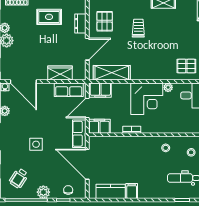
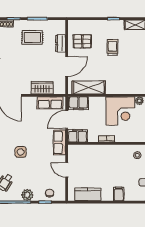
pallet: (105, 21) -> (82, 41), turned 90
door: (87, 164) -> (67, 170), width x0.53
filing cabinet: (132, 191) -> (119, 194), moved

